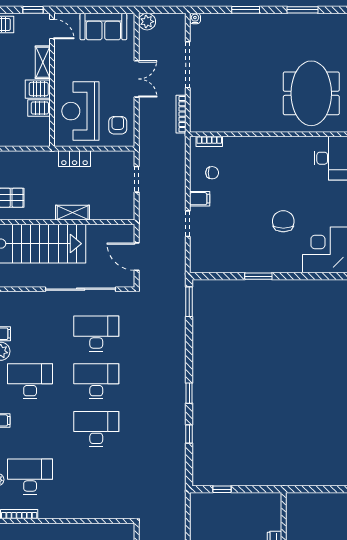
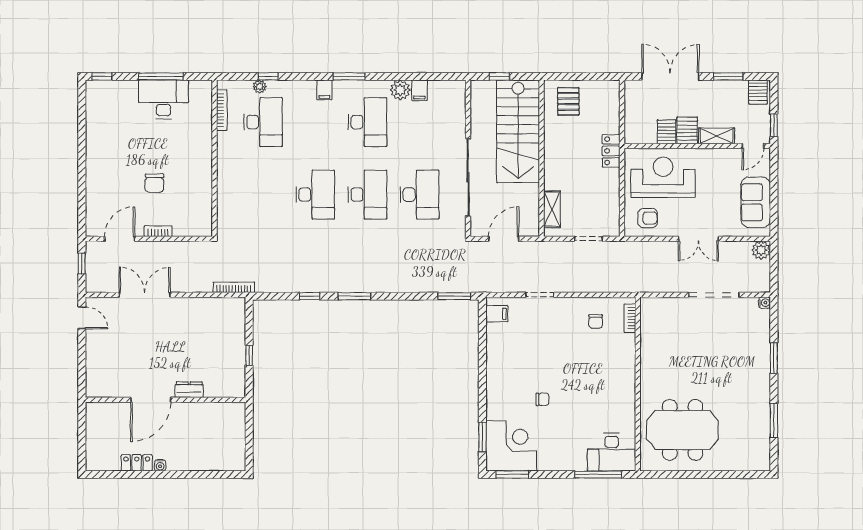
bookcase: (181, 114) -> (234, 287), moved
locker: (75, 159) -> (611, 151), moved
filing cabinet: (200, 199) -> (497, 314), moved, turned -90
shelving: (73, 213) -> (552, 209), moved
chair: (283, 221) -> (542, 399), width x0.54, depth x0.54
window: (258, 276) -> (482, 437), moved
window: (189, 393) -> (354, 296), width x1.50
window: (222, 489) -> (249, 355), moved

